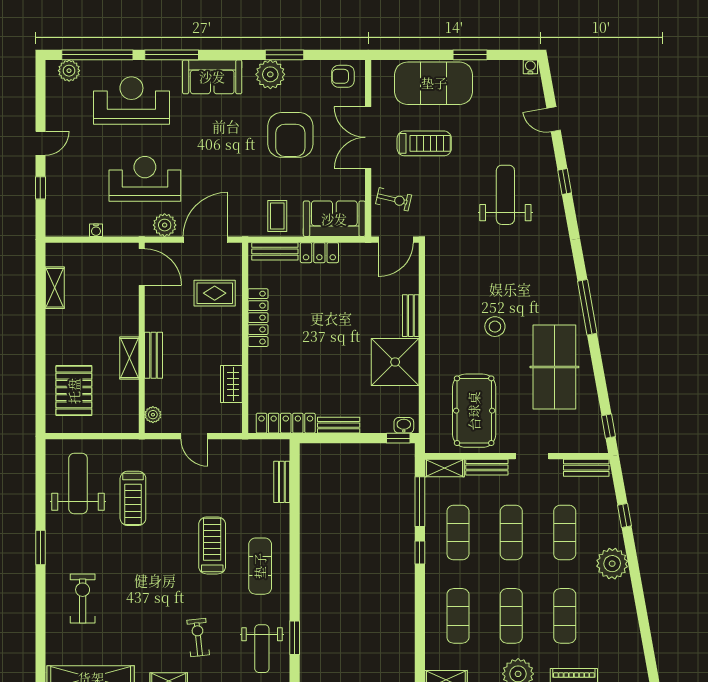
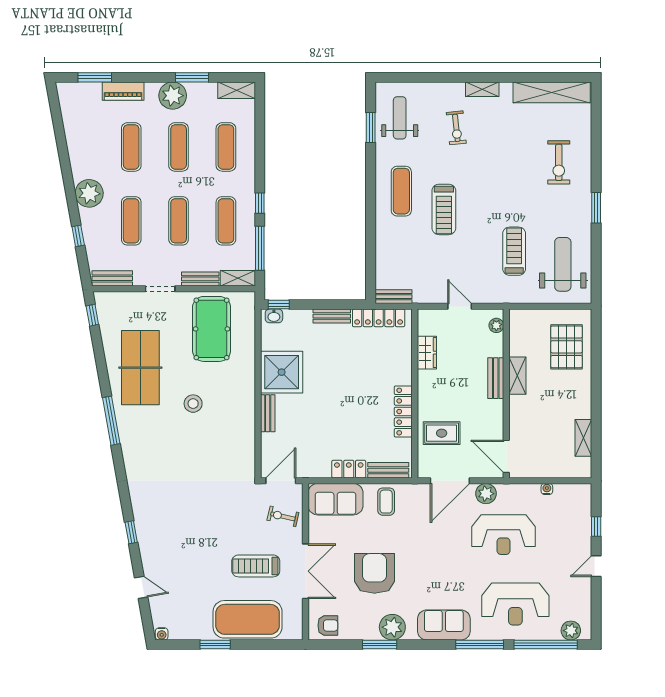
weight bench: (505, 195) -> (184, 520), removed
bench: (282, 482) -> (394, 297), moved, turned 90
weight bench: (78, 484) -> (563, 264), turned 180

